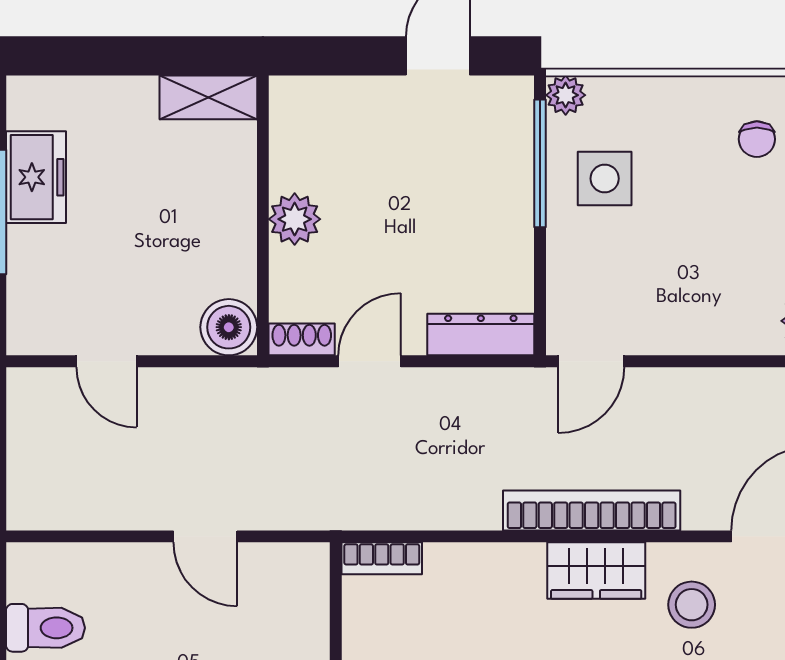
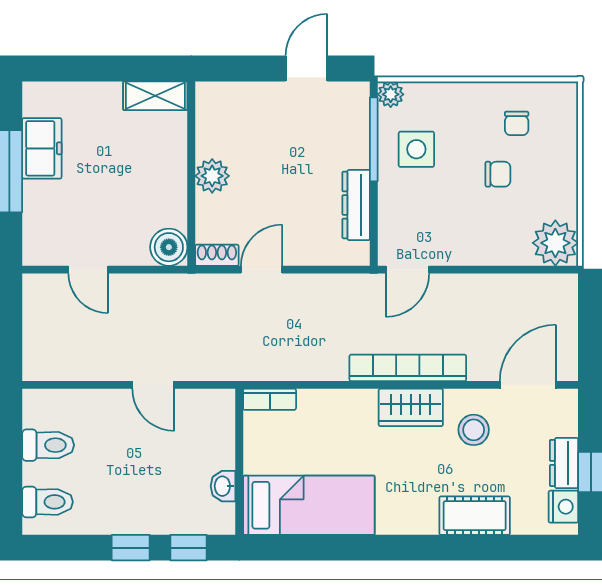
chair: (729, 216) -> (498, 174), added
dresser: (481, 335) -> (356, 205), moved, turned -90

